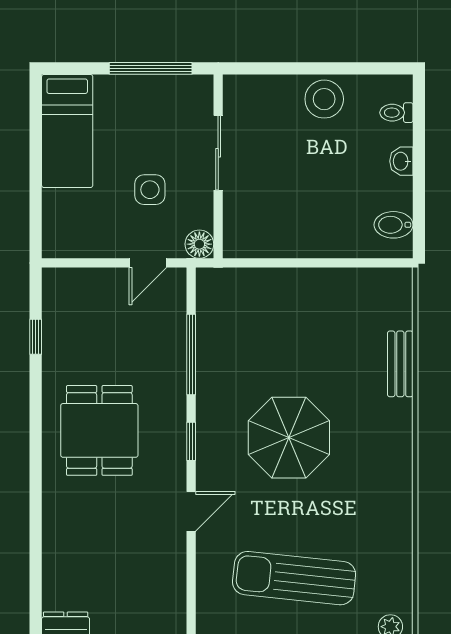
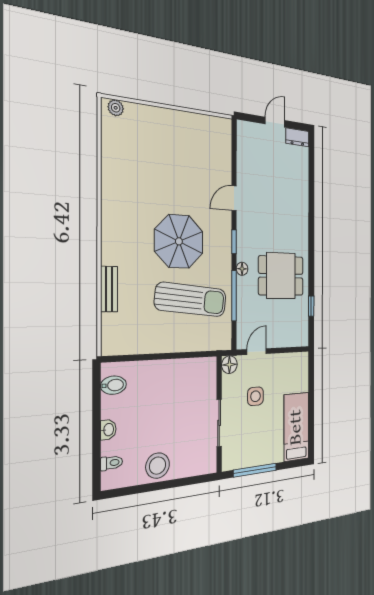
floor lamp: (176, 398) -> (242, 269), added
dining table: (99, 430) -> (281, 276), moved, turned 90
sun lounger: (294, 578) -> (191, 300), moved

